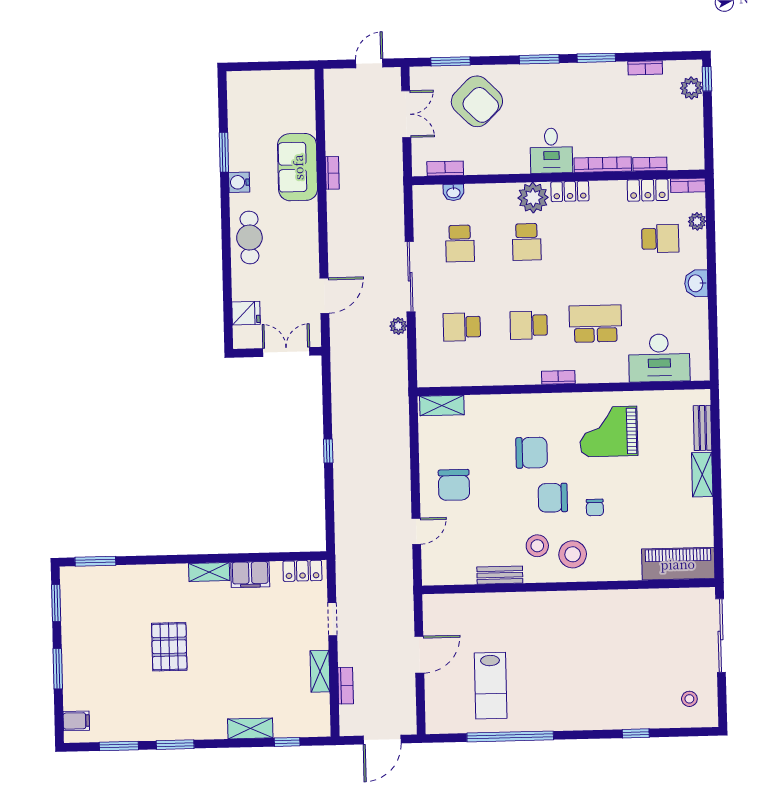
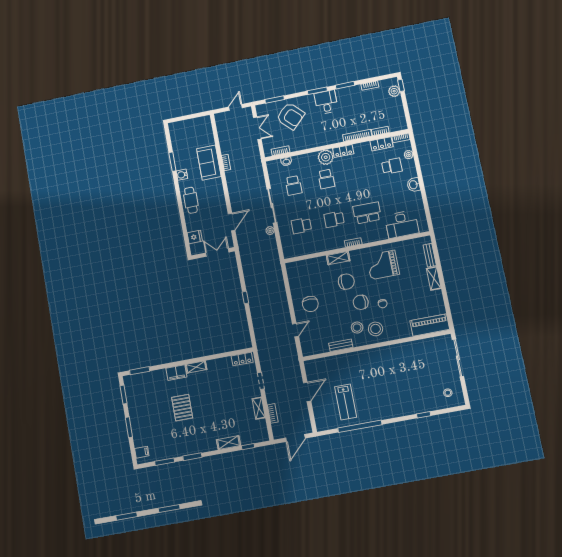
desk: (551, 151) -> (326, 102), moved, turned 180
shelving: (442, 405) -> (338, 258), moved
filing cabinet: (250, 575) -> (176, 373), moved

